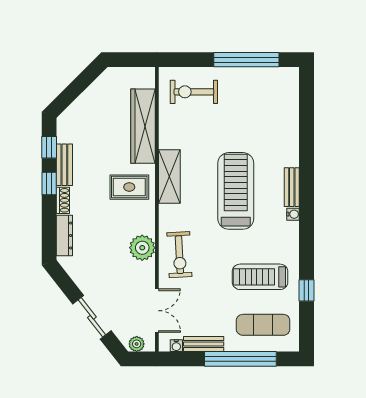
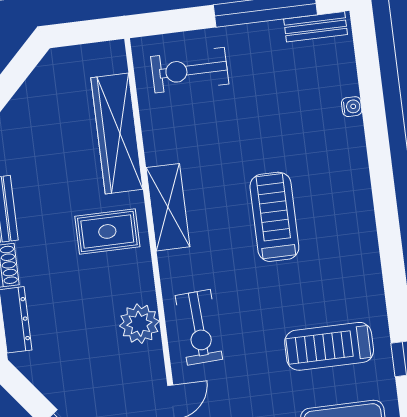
bench: (292, 187) -> (316, 27), moved, turned 90
treadmill: (236, 191) -> (274, 217), width x0.73, depth x0.73
water cooler: (293, 214) -> (352, 107), moved

